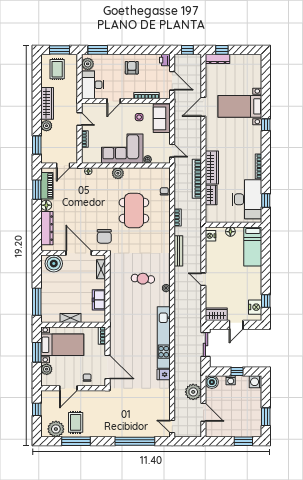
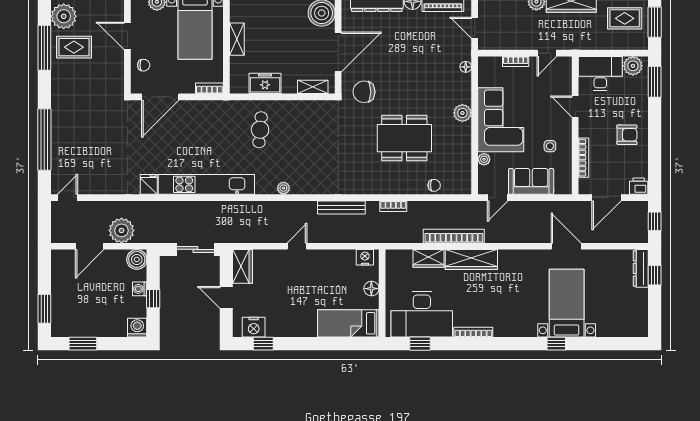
sofa: (162, 118) -> (531, 181), moved
window: (266, 125) -> (556, 344), moved
cafe table: (143, 279) -> (260, 130), moved

